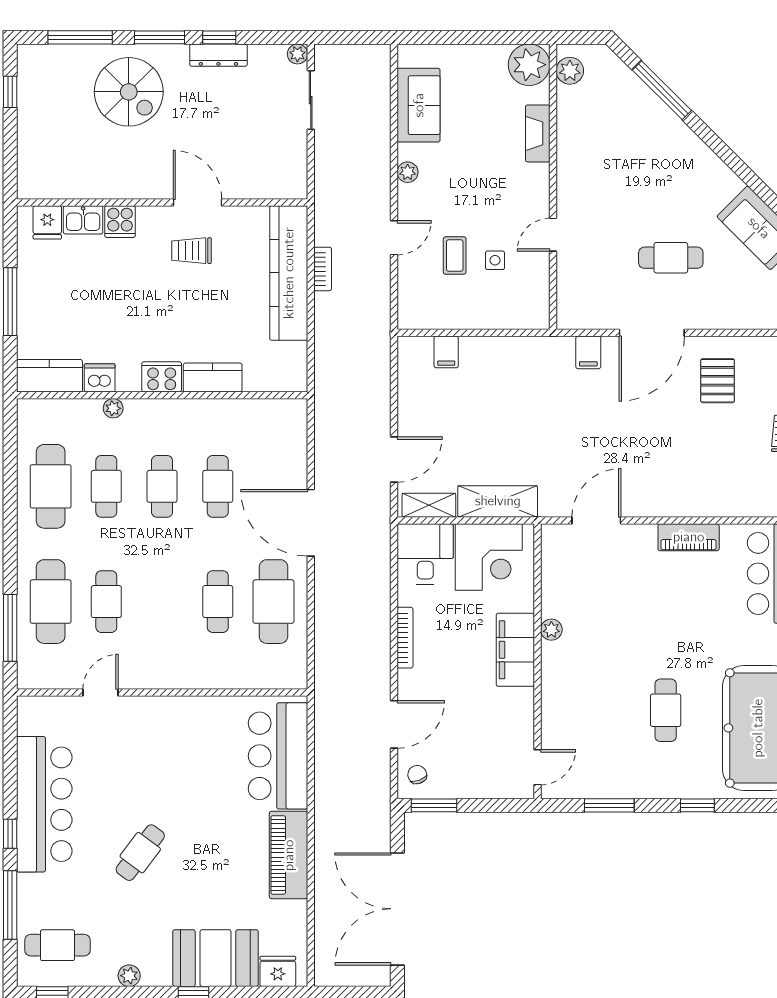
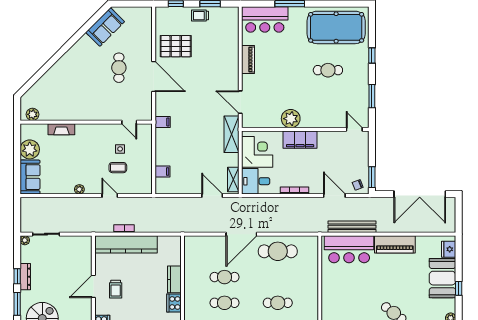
plant: (529, 65) -> (30, 149), moved
window: (662, 90) -> (42, 72), removed
sofa: (419, 105) -> (30, 177), moved, turned 90
door: (553, 235) -> (129, 122), moved
filing cabinet: (588, 352) -> (163, 122), moved
pallet: (718, 381) -> (176, 46), width x1.50, depth x1.42
shelving: (498, 501) -> (231, 134), moved
cafe table: (218, 602) -> (278, 303), moved
plant: (551, 630) -> (291, 119), width x1.88, depth x1.88
bench: (327, 762) -> (352, 227), added

